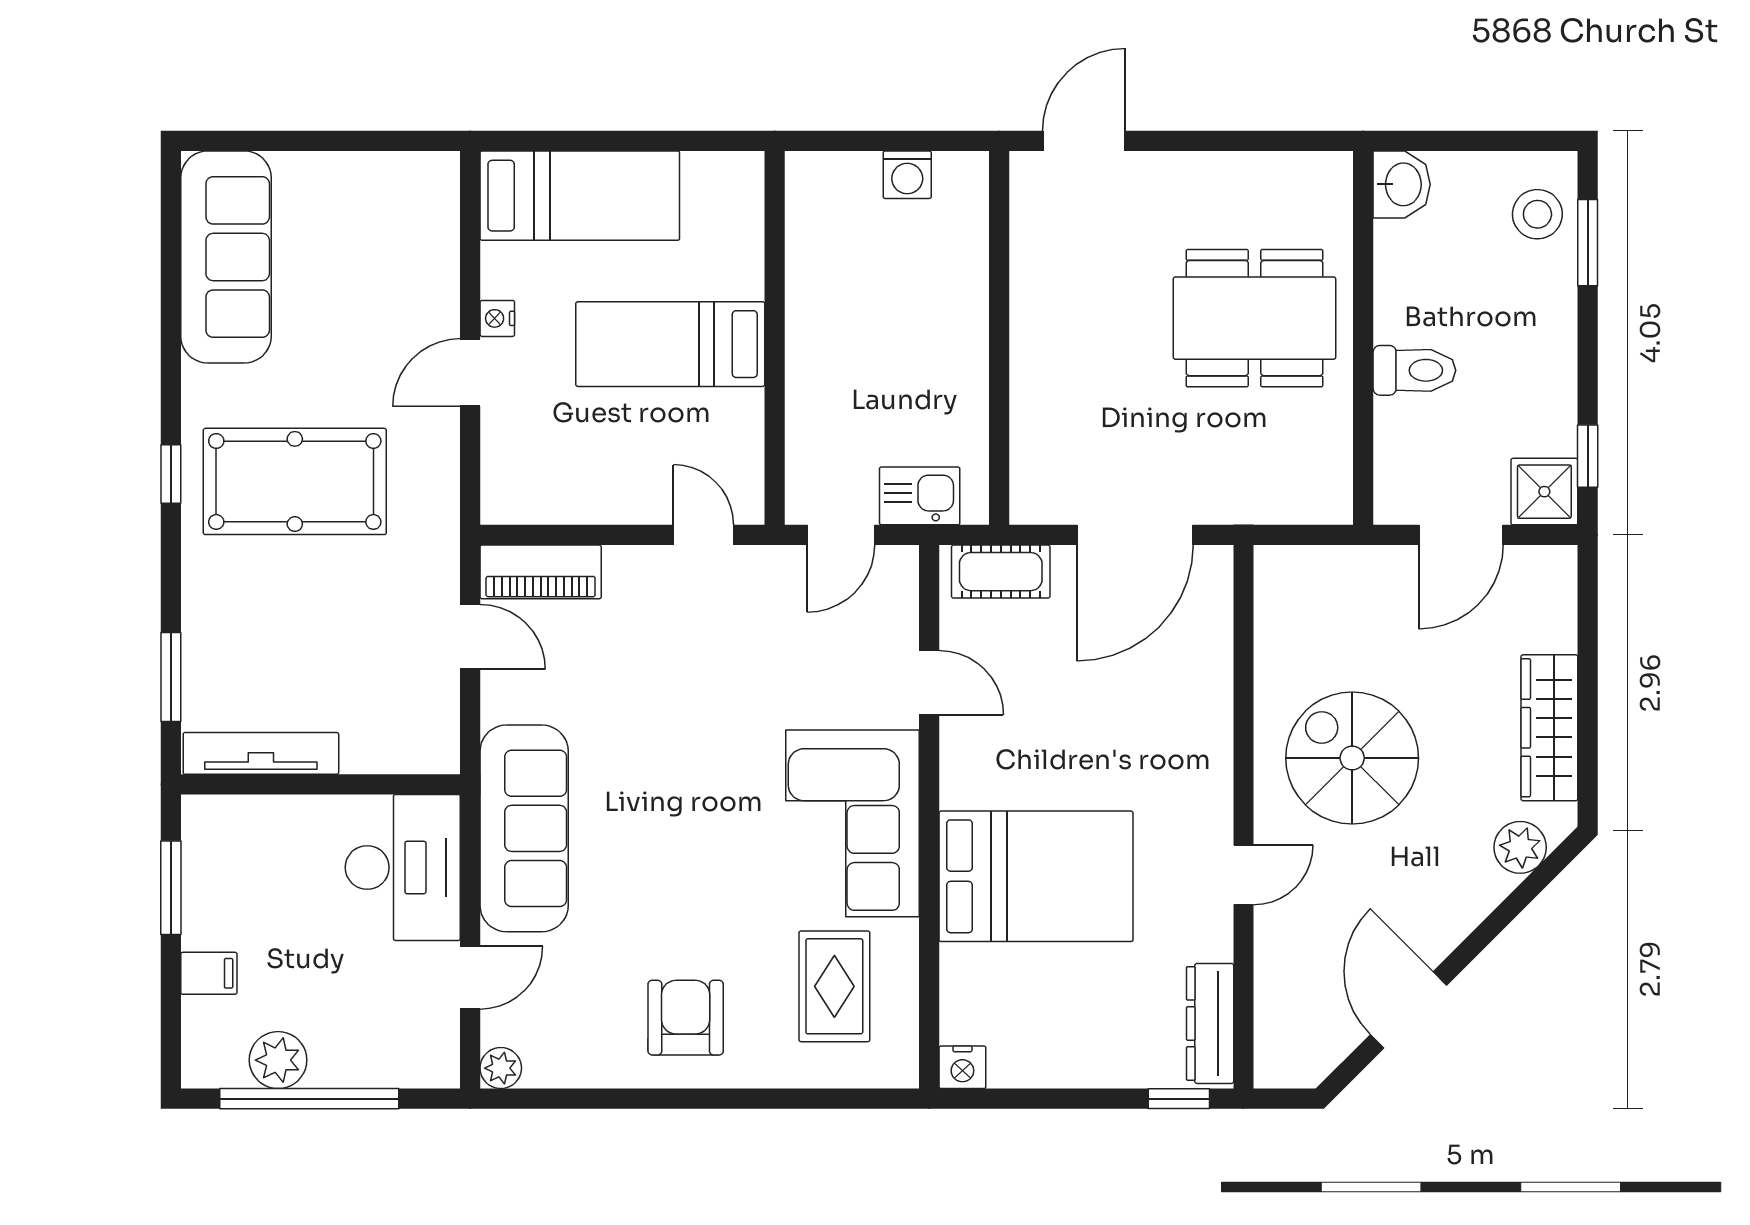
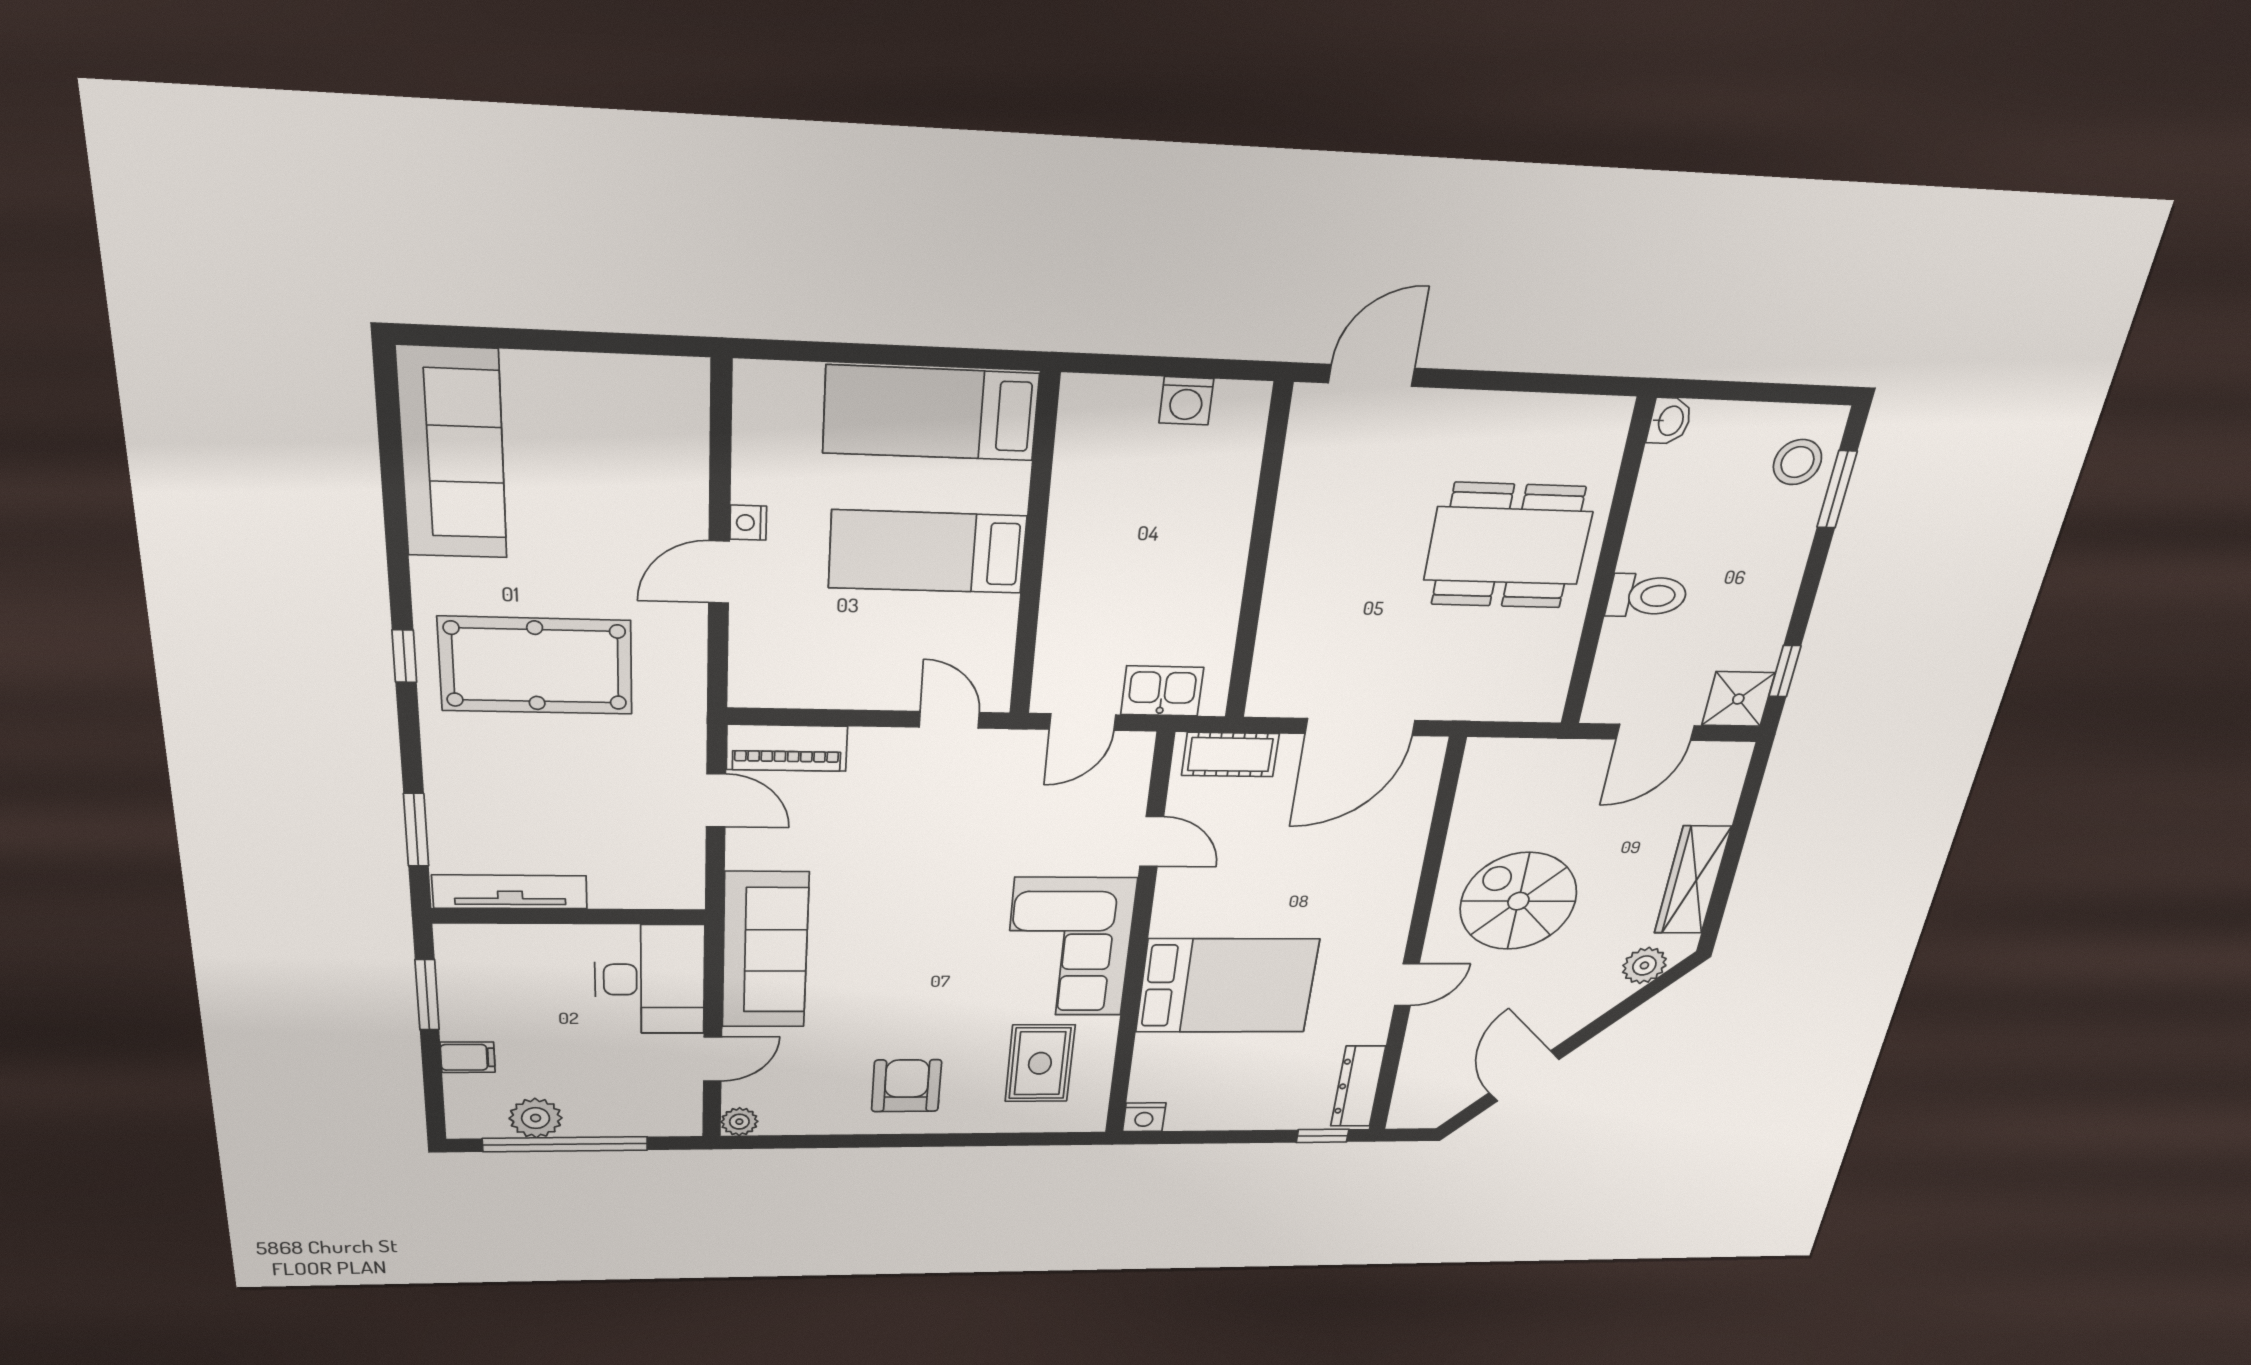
washbasin: (1402, 184) -> (1670, 421), width x0.72, depth x0.69
bed: (580, 196) -> (931, 413), moved, turned 180

